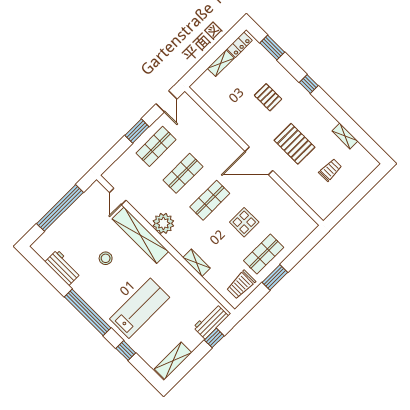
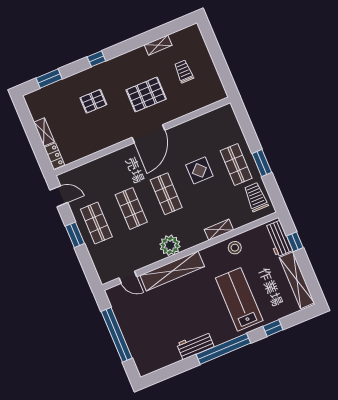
locker: (240, 45) -> (54, 156), moved
stool: (106, 258) -> (235, 248), moved
workbench: (63, 268) -> (195, 345), moved
trolley: (241, 285) -> (256, 197), turned 180
shelving: (173, 361) -> (297, 280), width x1.47

